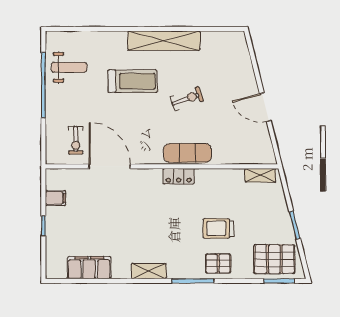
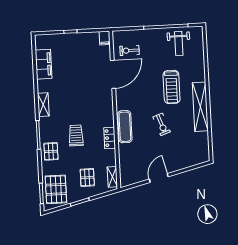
locker: (179, 176) -> (110, 138), moved
filing cabinet: (55, 198) -> (105, 38), moved
pallet: (259, 212) -> (87, 178), added
trolley: (218, 228) -> (76, 135), moved

